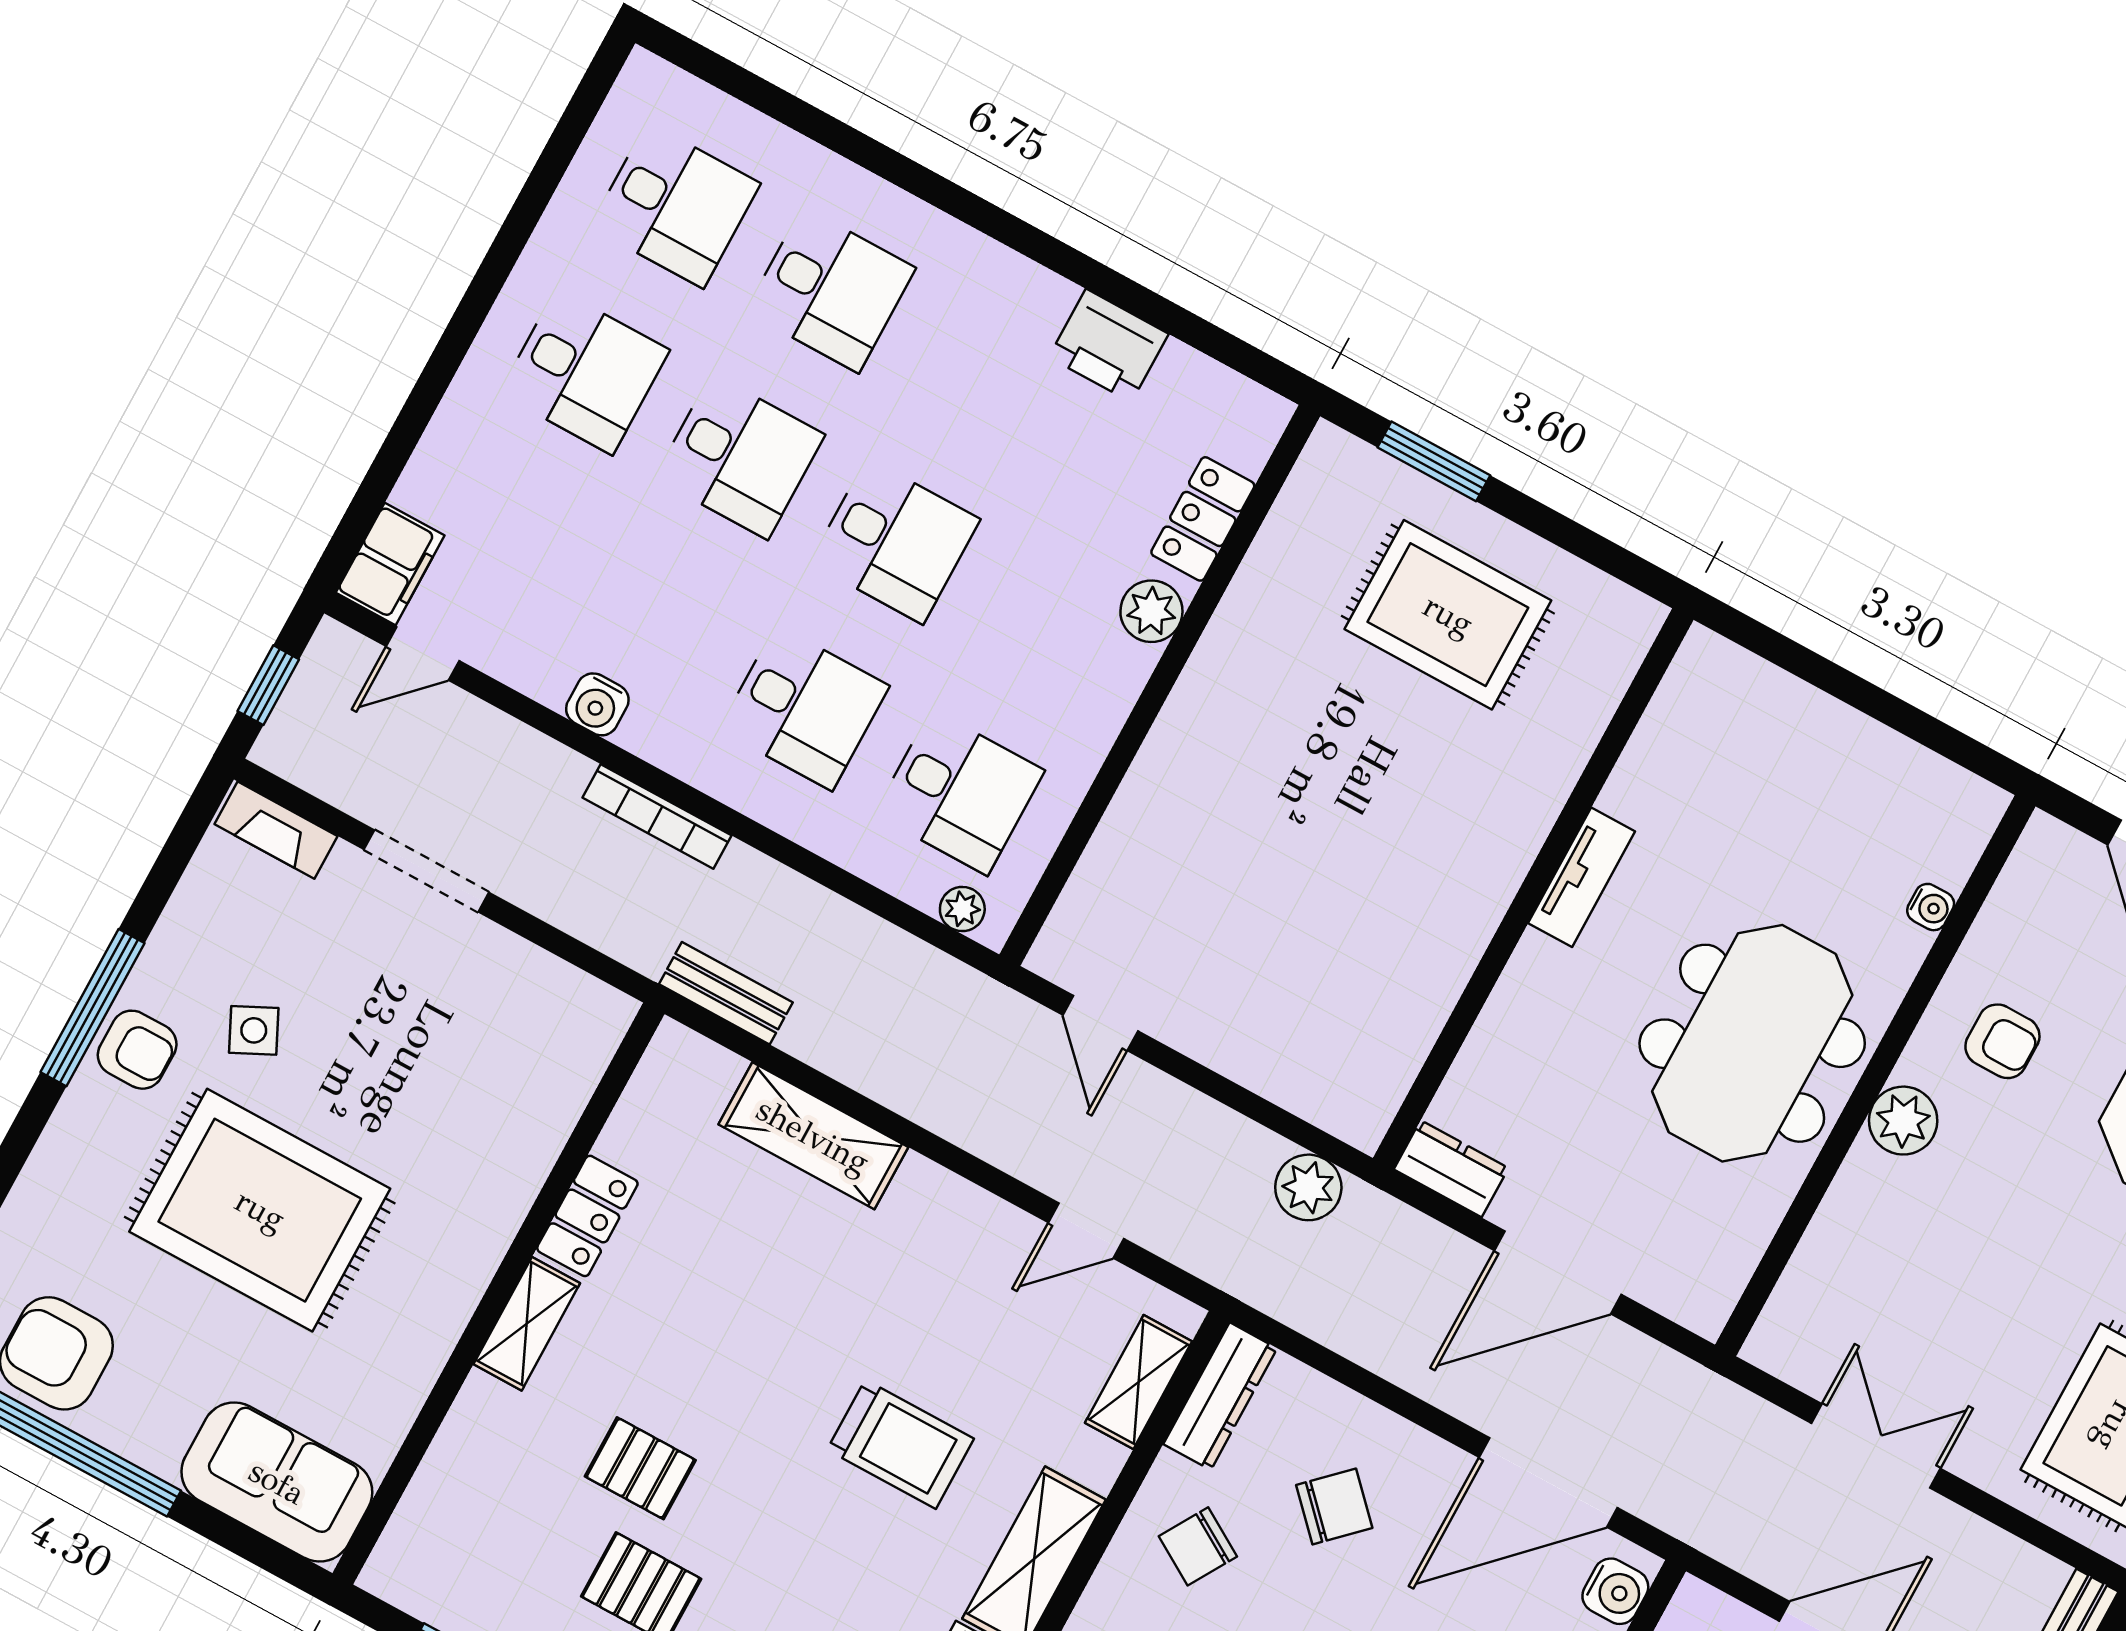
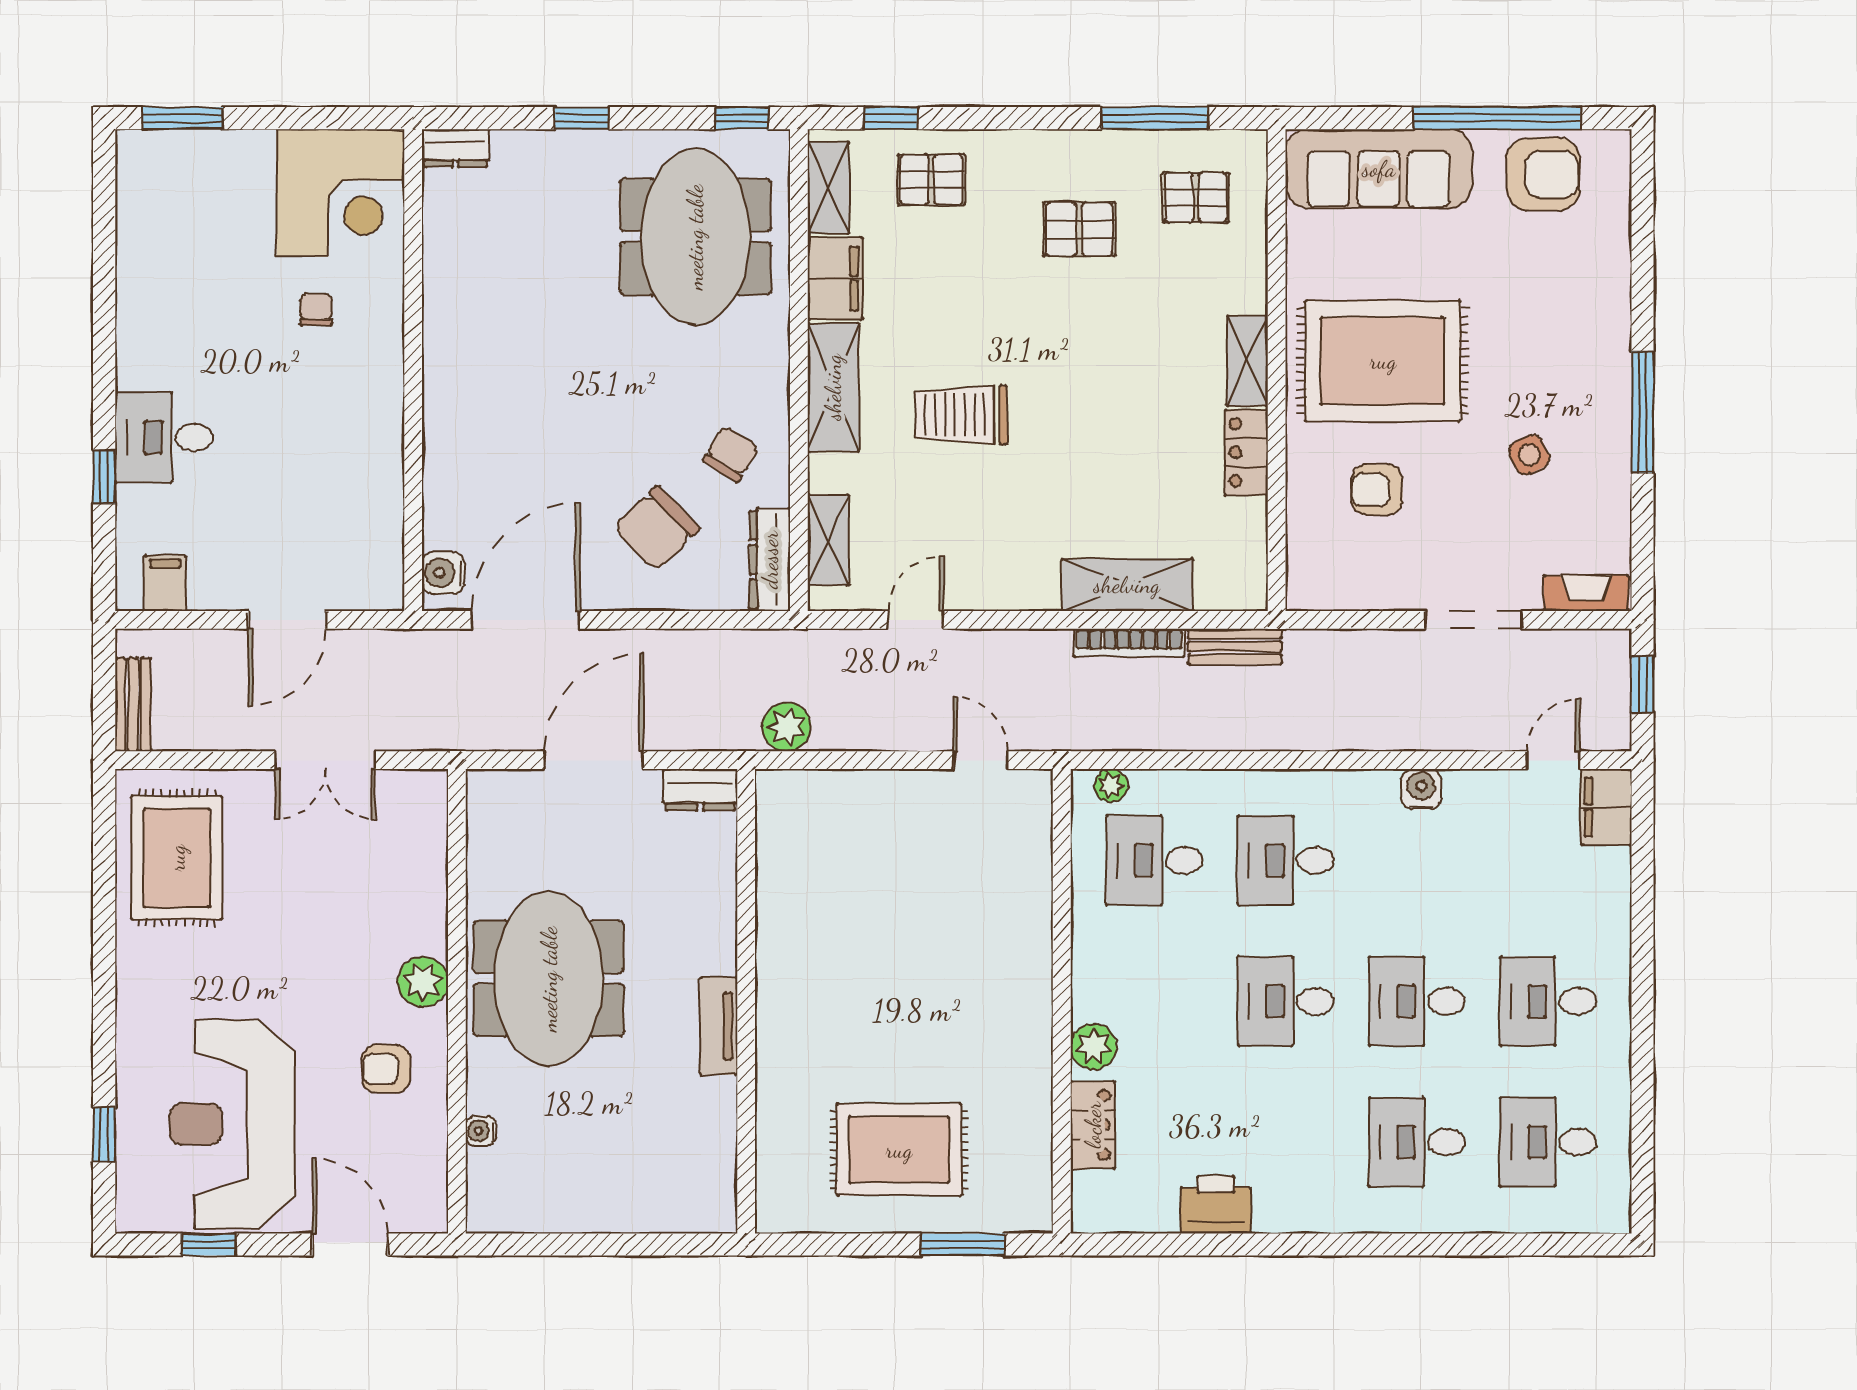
bookcase: (657, 817) -> (1129, 643), moved, turned 180
armchair: (137, 1050) -> (1377, 490), moved
rug: (260, 1210) -> (1383, 361), moved
pallet: (640, 1468) -> (1196, 197), moved
sofa: (277, 1482) -> (1379, 169), width x1.36
chair: (1334, 1506) -> (656, 528), width x1.37, depth x1.37

